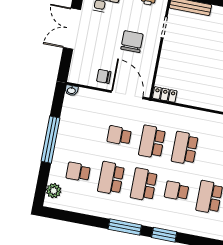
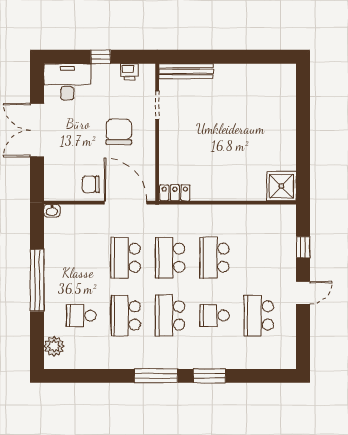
school desk: (119, 136) -> (126, 258), width x1.85

